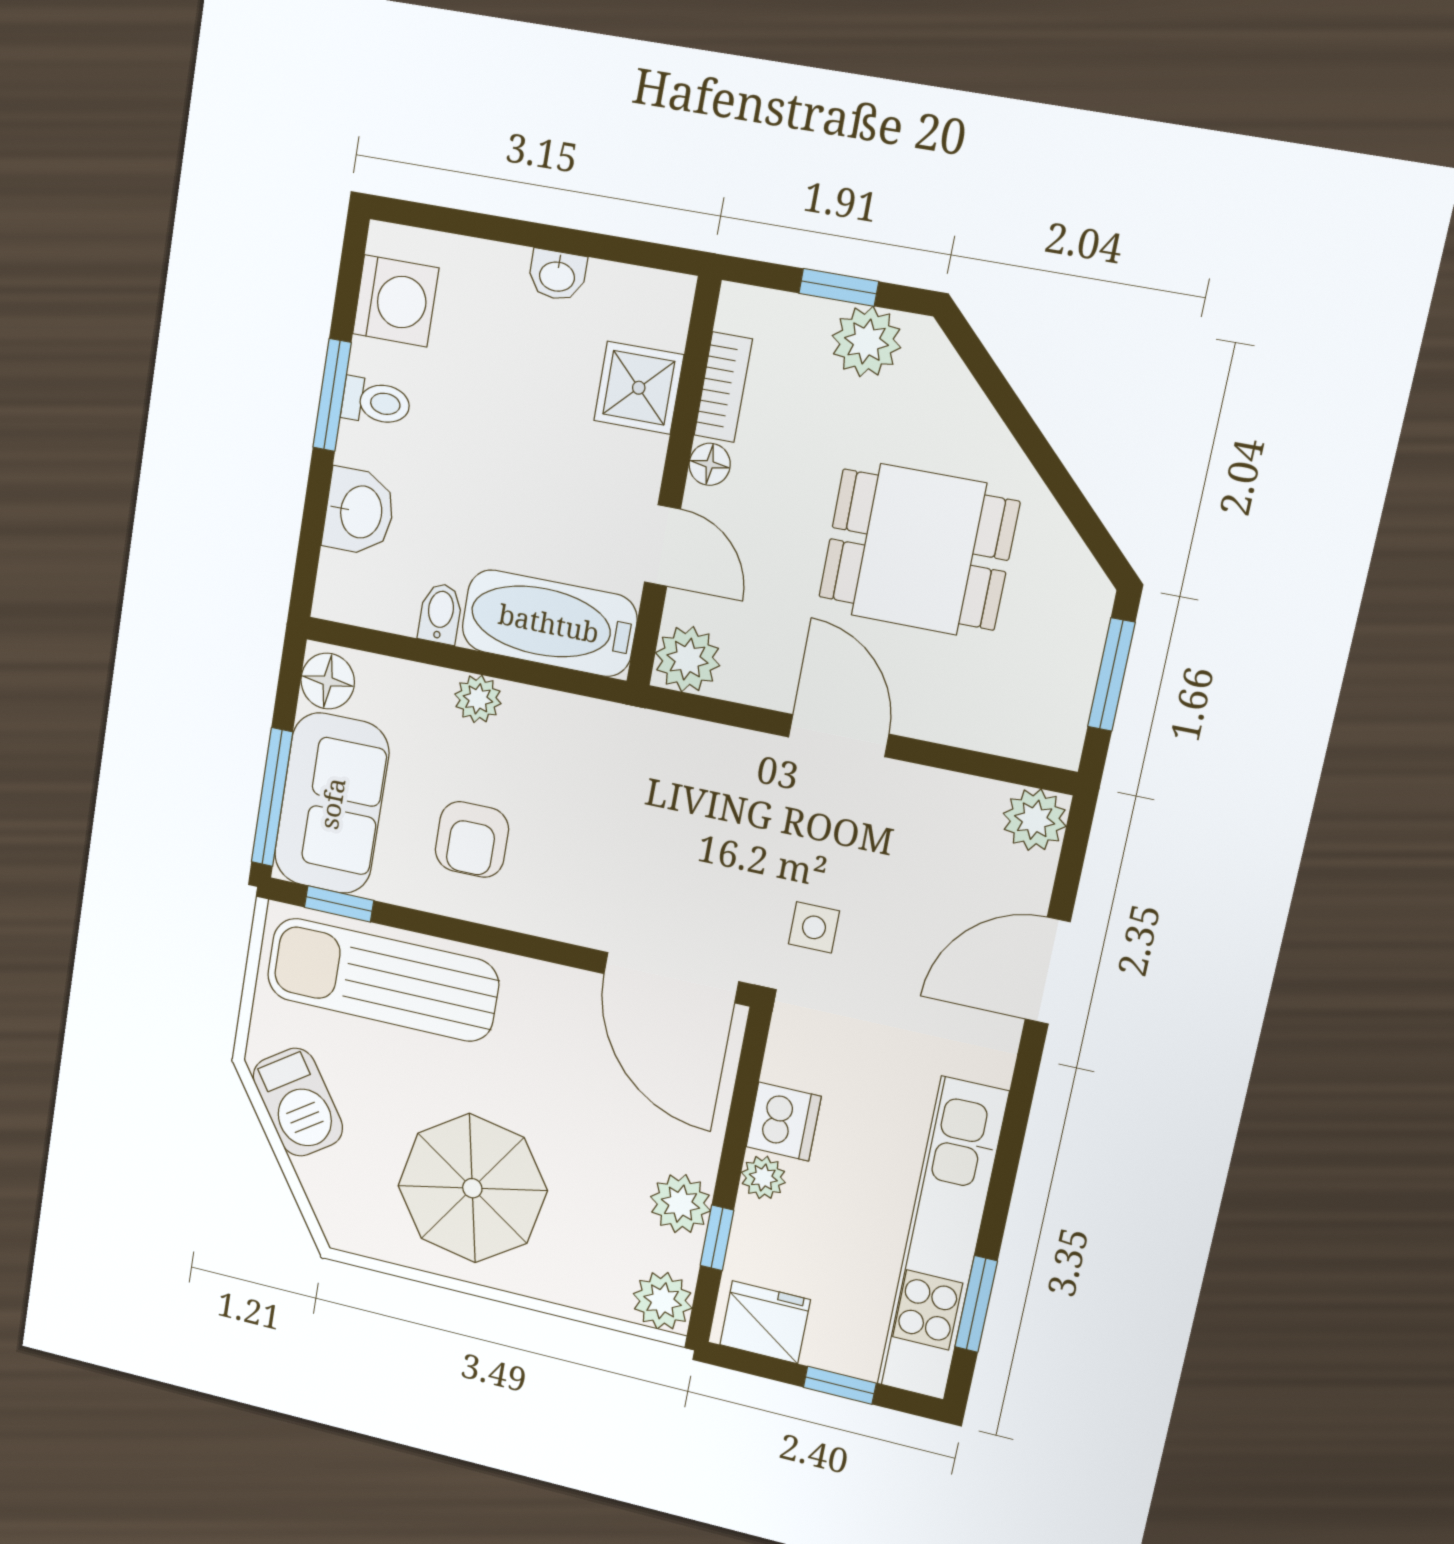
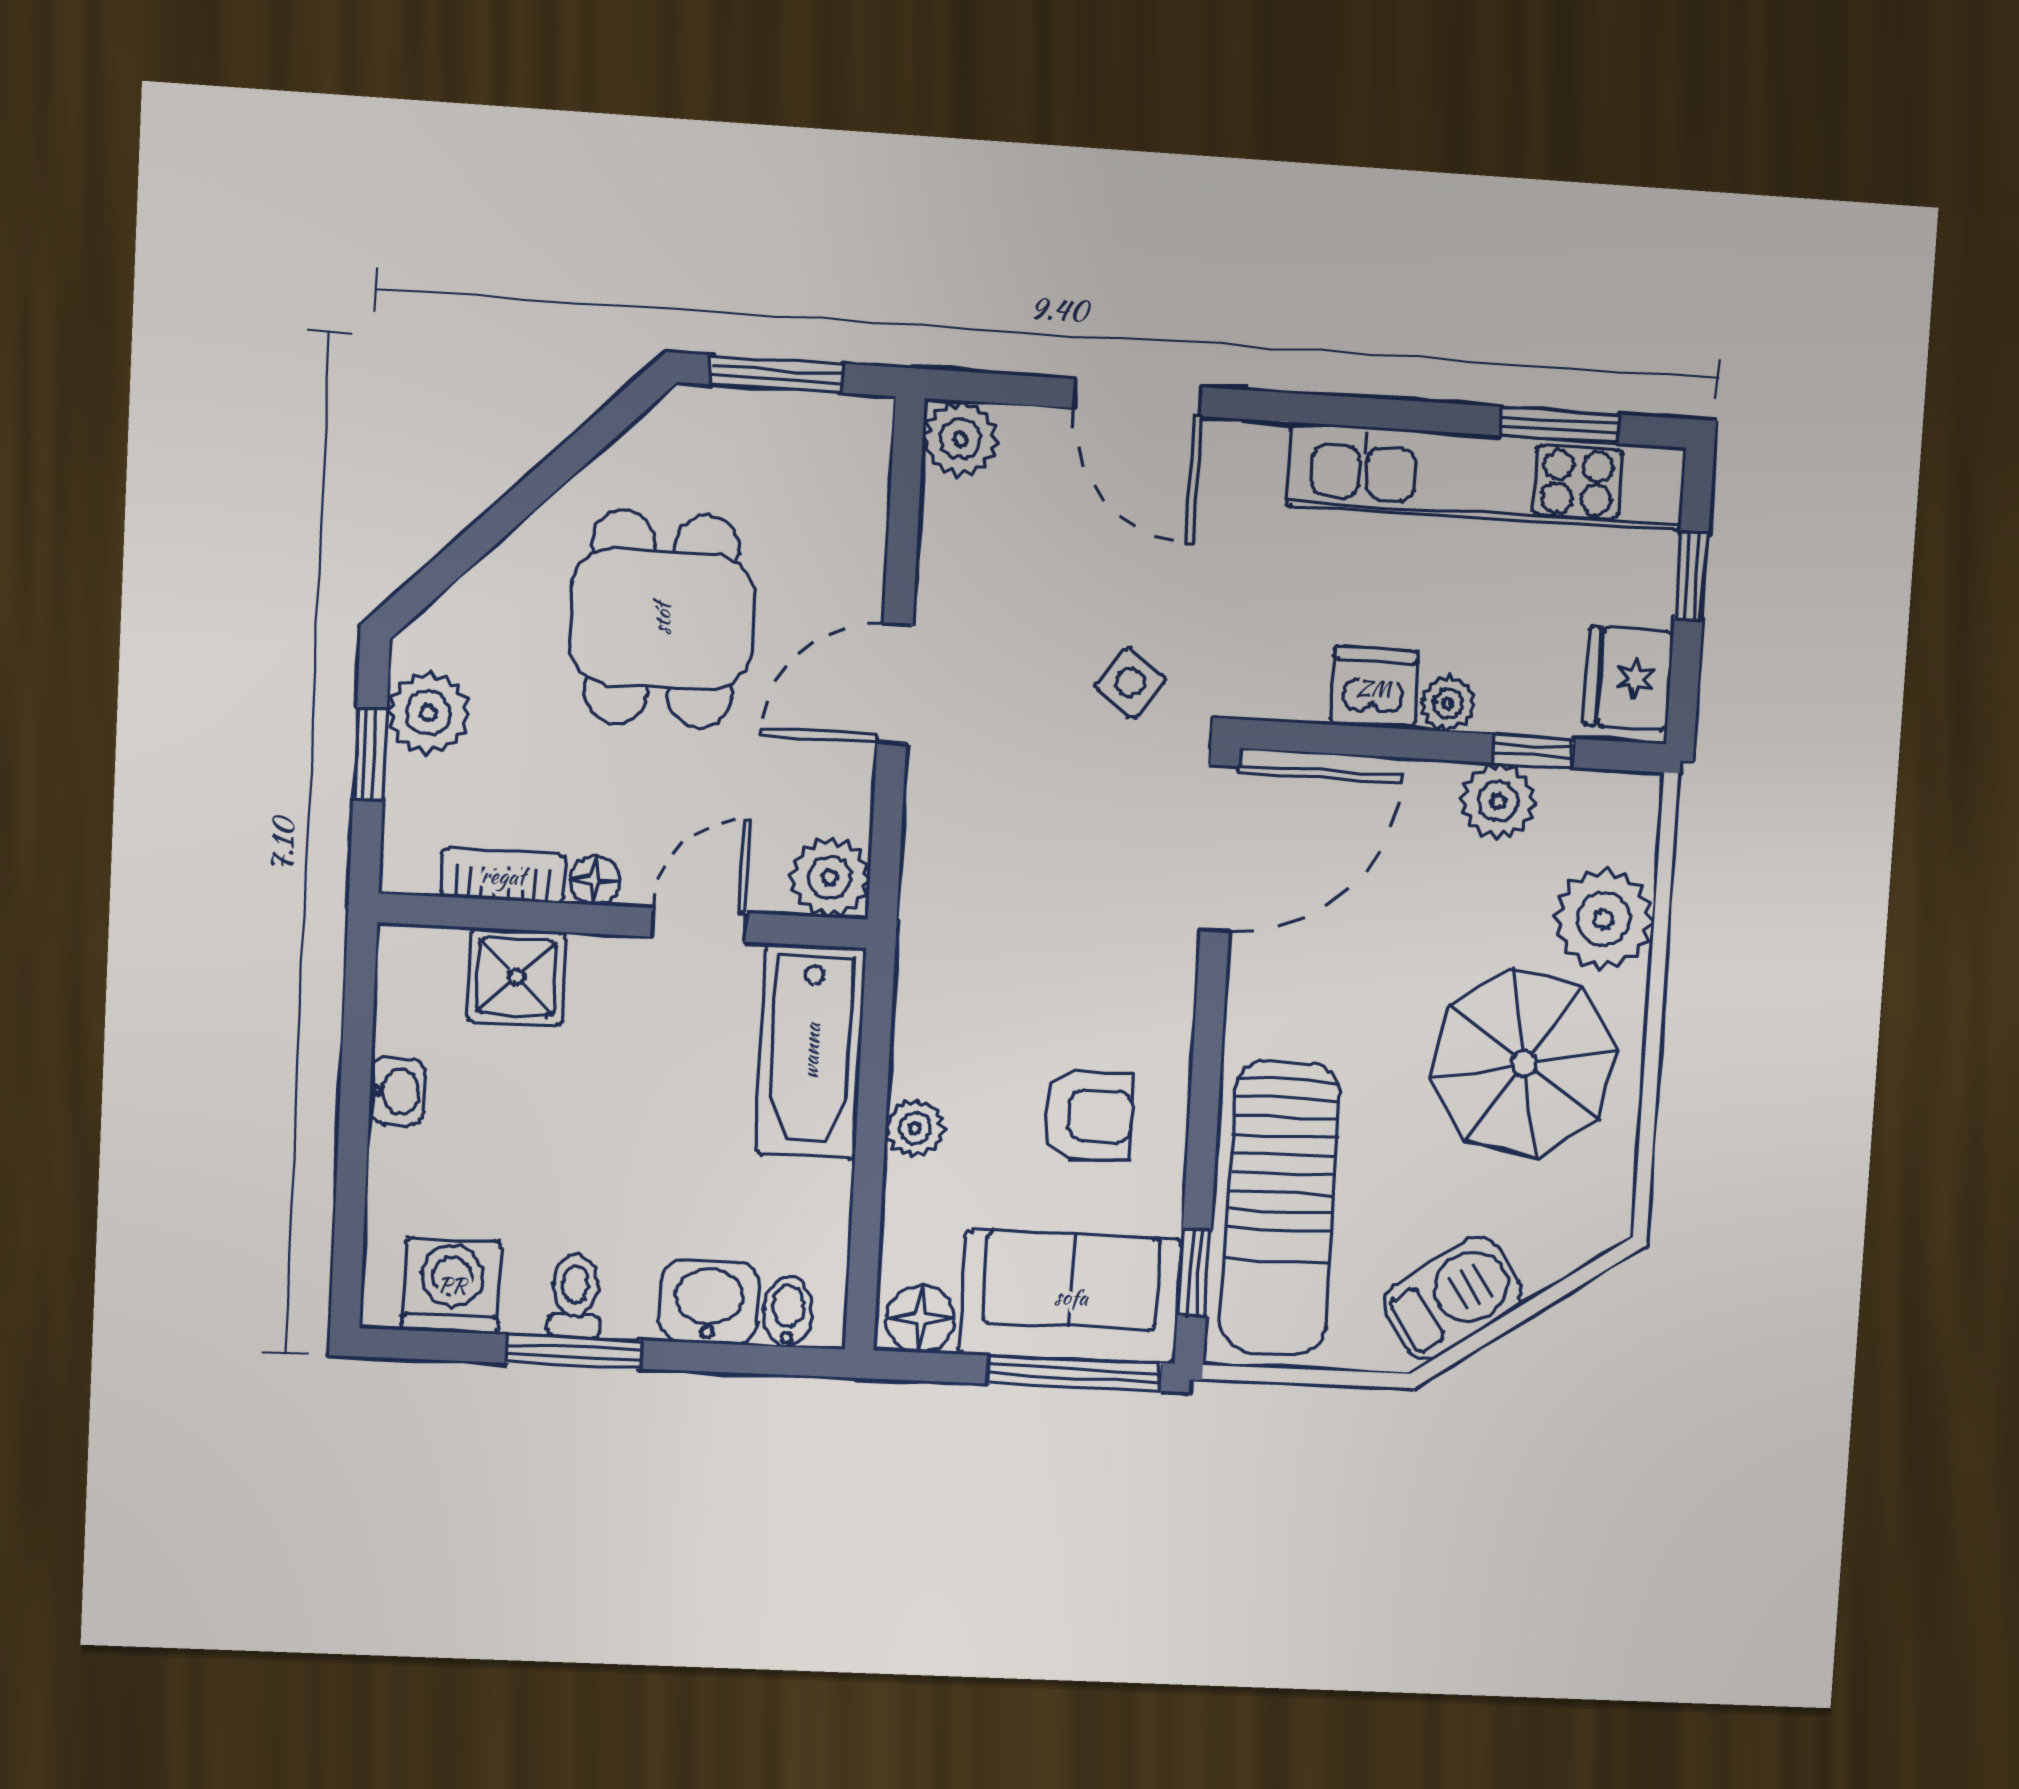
bidet: (440, 613) -> (788, 1312), moved, turned 90
side table: (814, 927) -> (1130, 683), turned 35
plant: (663, 1301) -> (1604, 919), moved, width x1.36, depth x1.36

